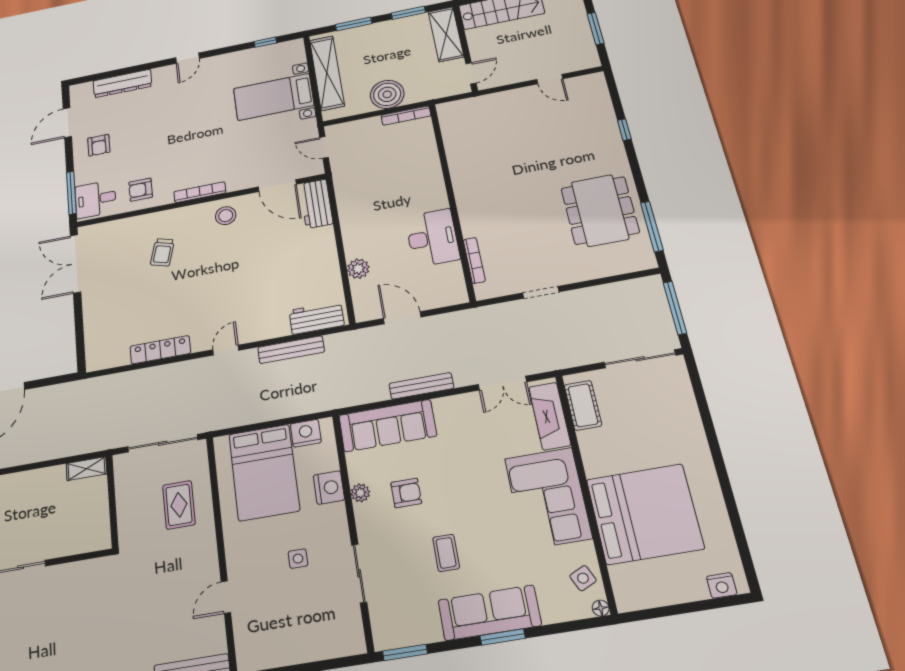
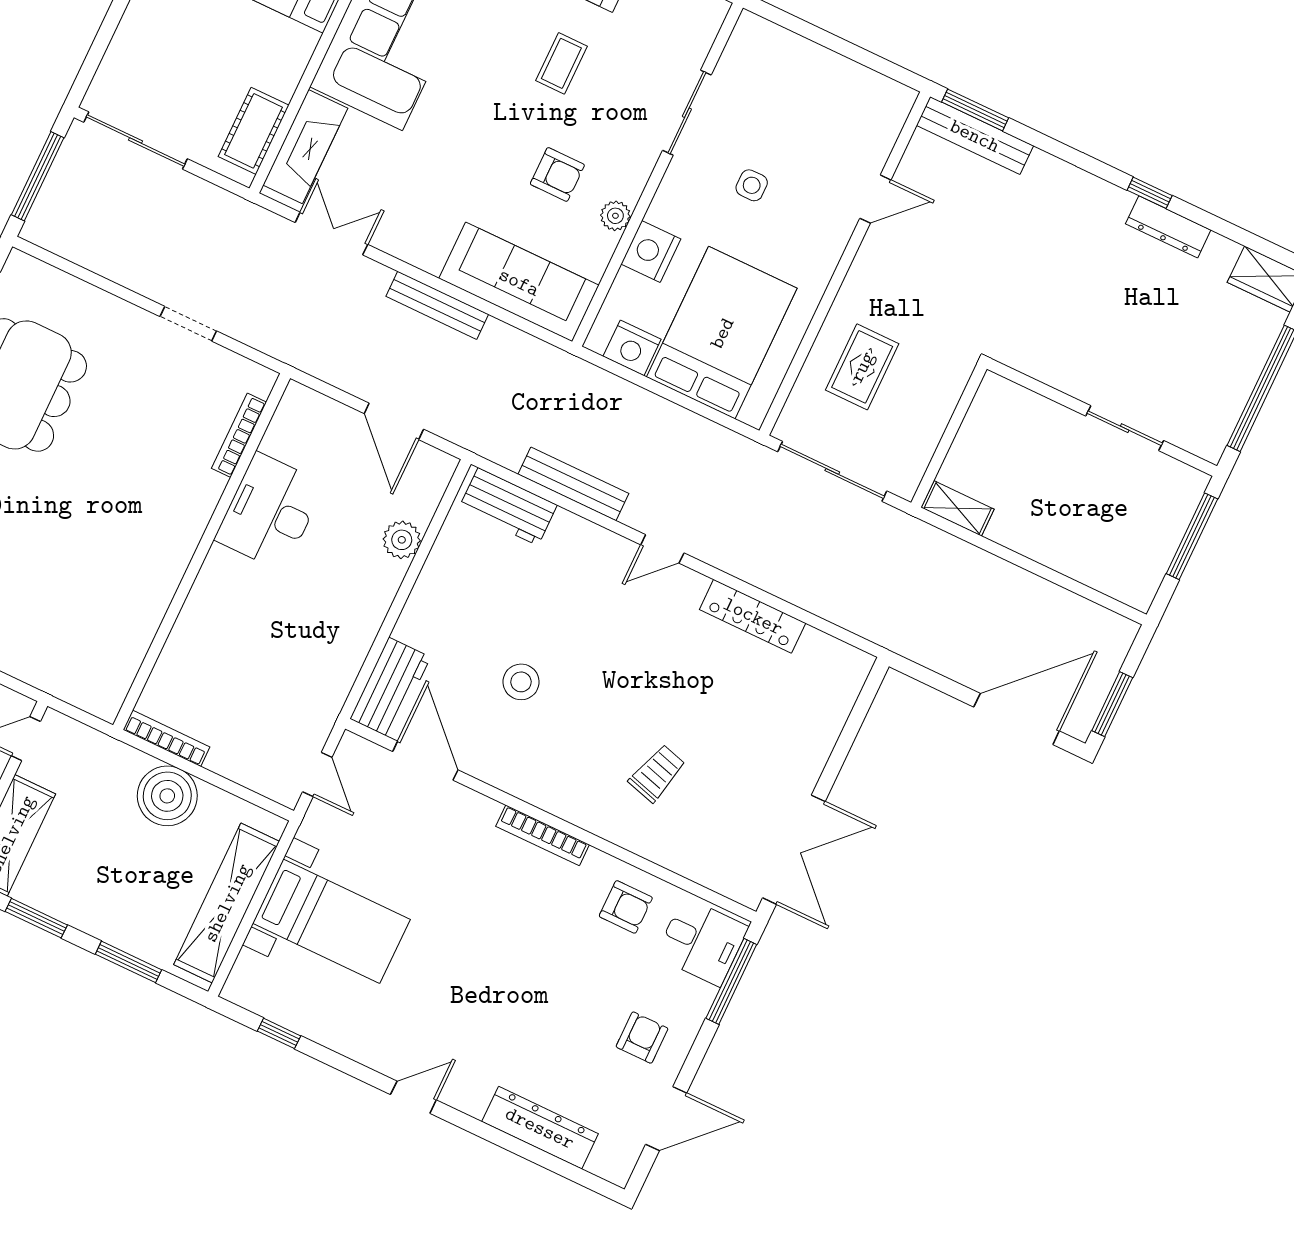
stool: (226, 216) -> (521, 682), moved
armchair: (406, 493) -> (557, 174), turned 180

